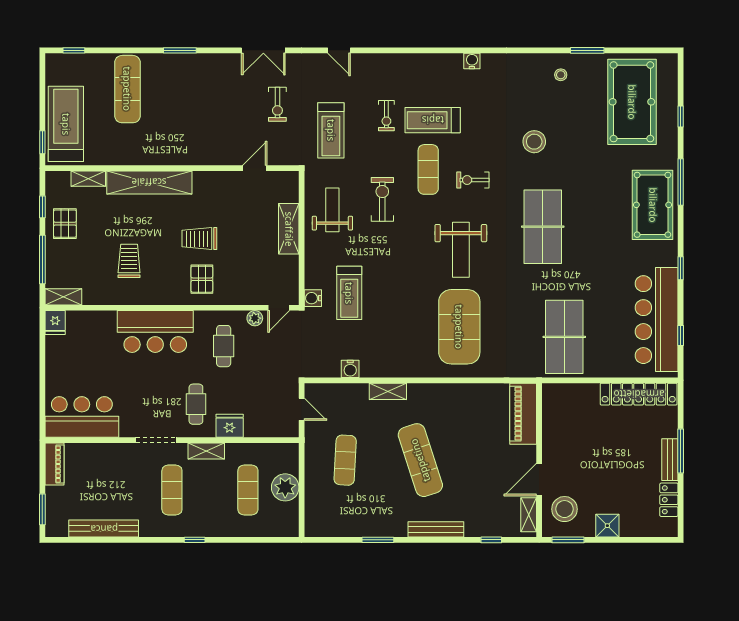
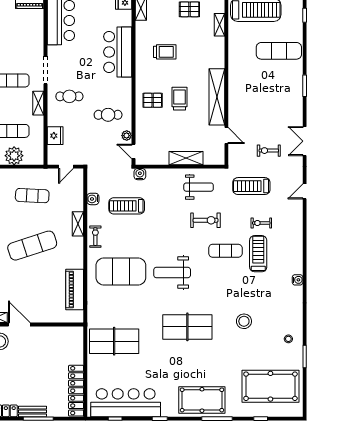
exercise bike: (473, 180) -> (95, 237), moved
shelving: (149, 182) -> (217, 97), moved
treadmill: (349, 293) -> (127, 206), moved
bar counter: (155, 332) -> (118, 52), moved
piano: (523, 414) -> (75, 290), moved, turned -90
fridge: (230, 426) -> (55, 136), moved

